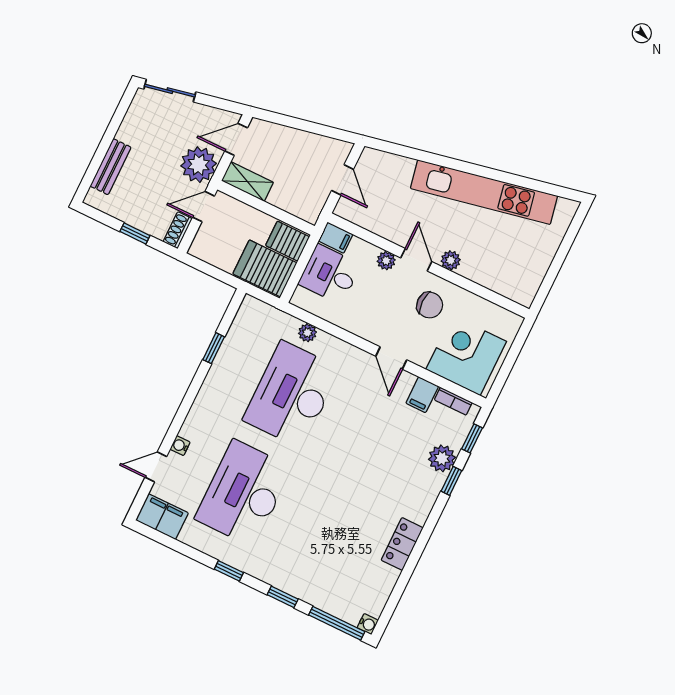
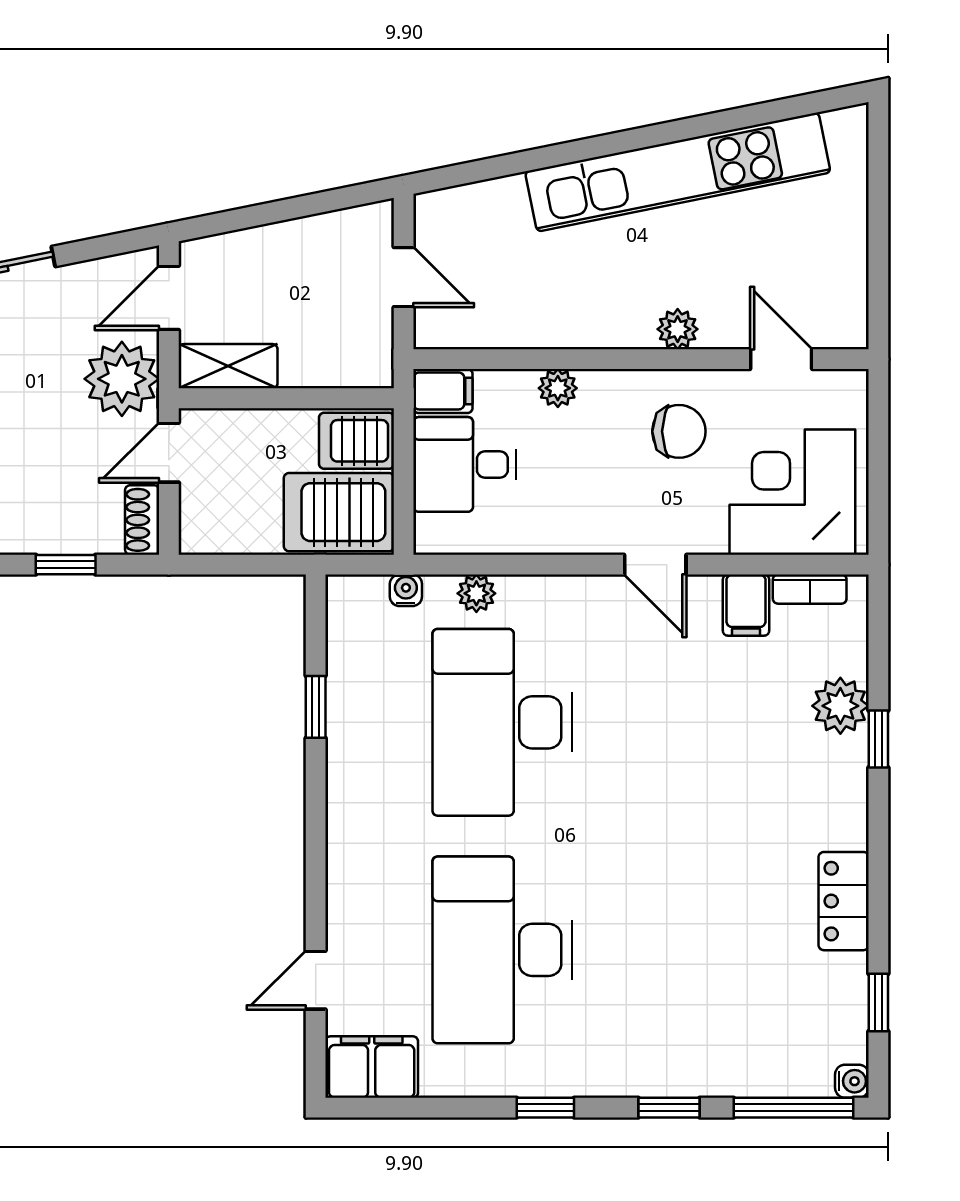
door: (416, 260) -> (781, 359), moved
window: (472, 438) -> (878, 1003), moved
water cooler: (180, 446) -> (406, 590), moved, turned 90

